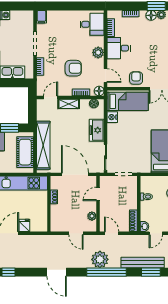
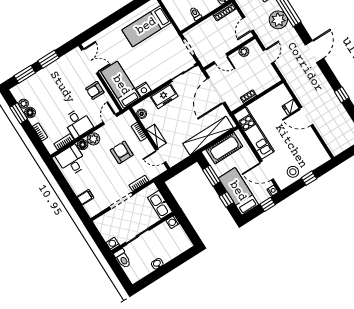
filing cabinet: (41, 17) -> (85, 197), moved
floor lamp: (99, 91) -> (83, 145), moved

